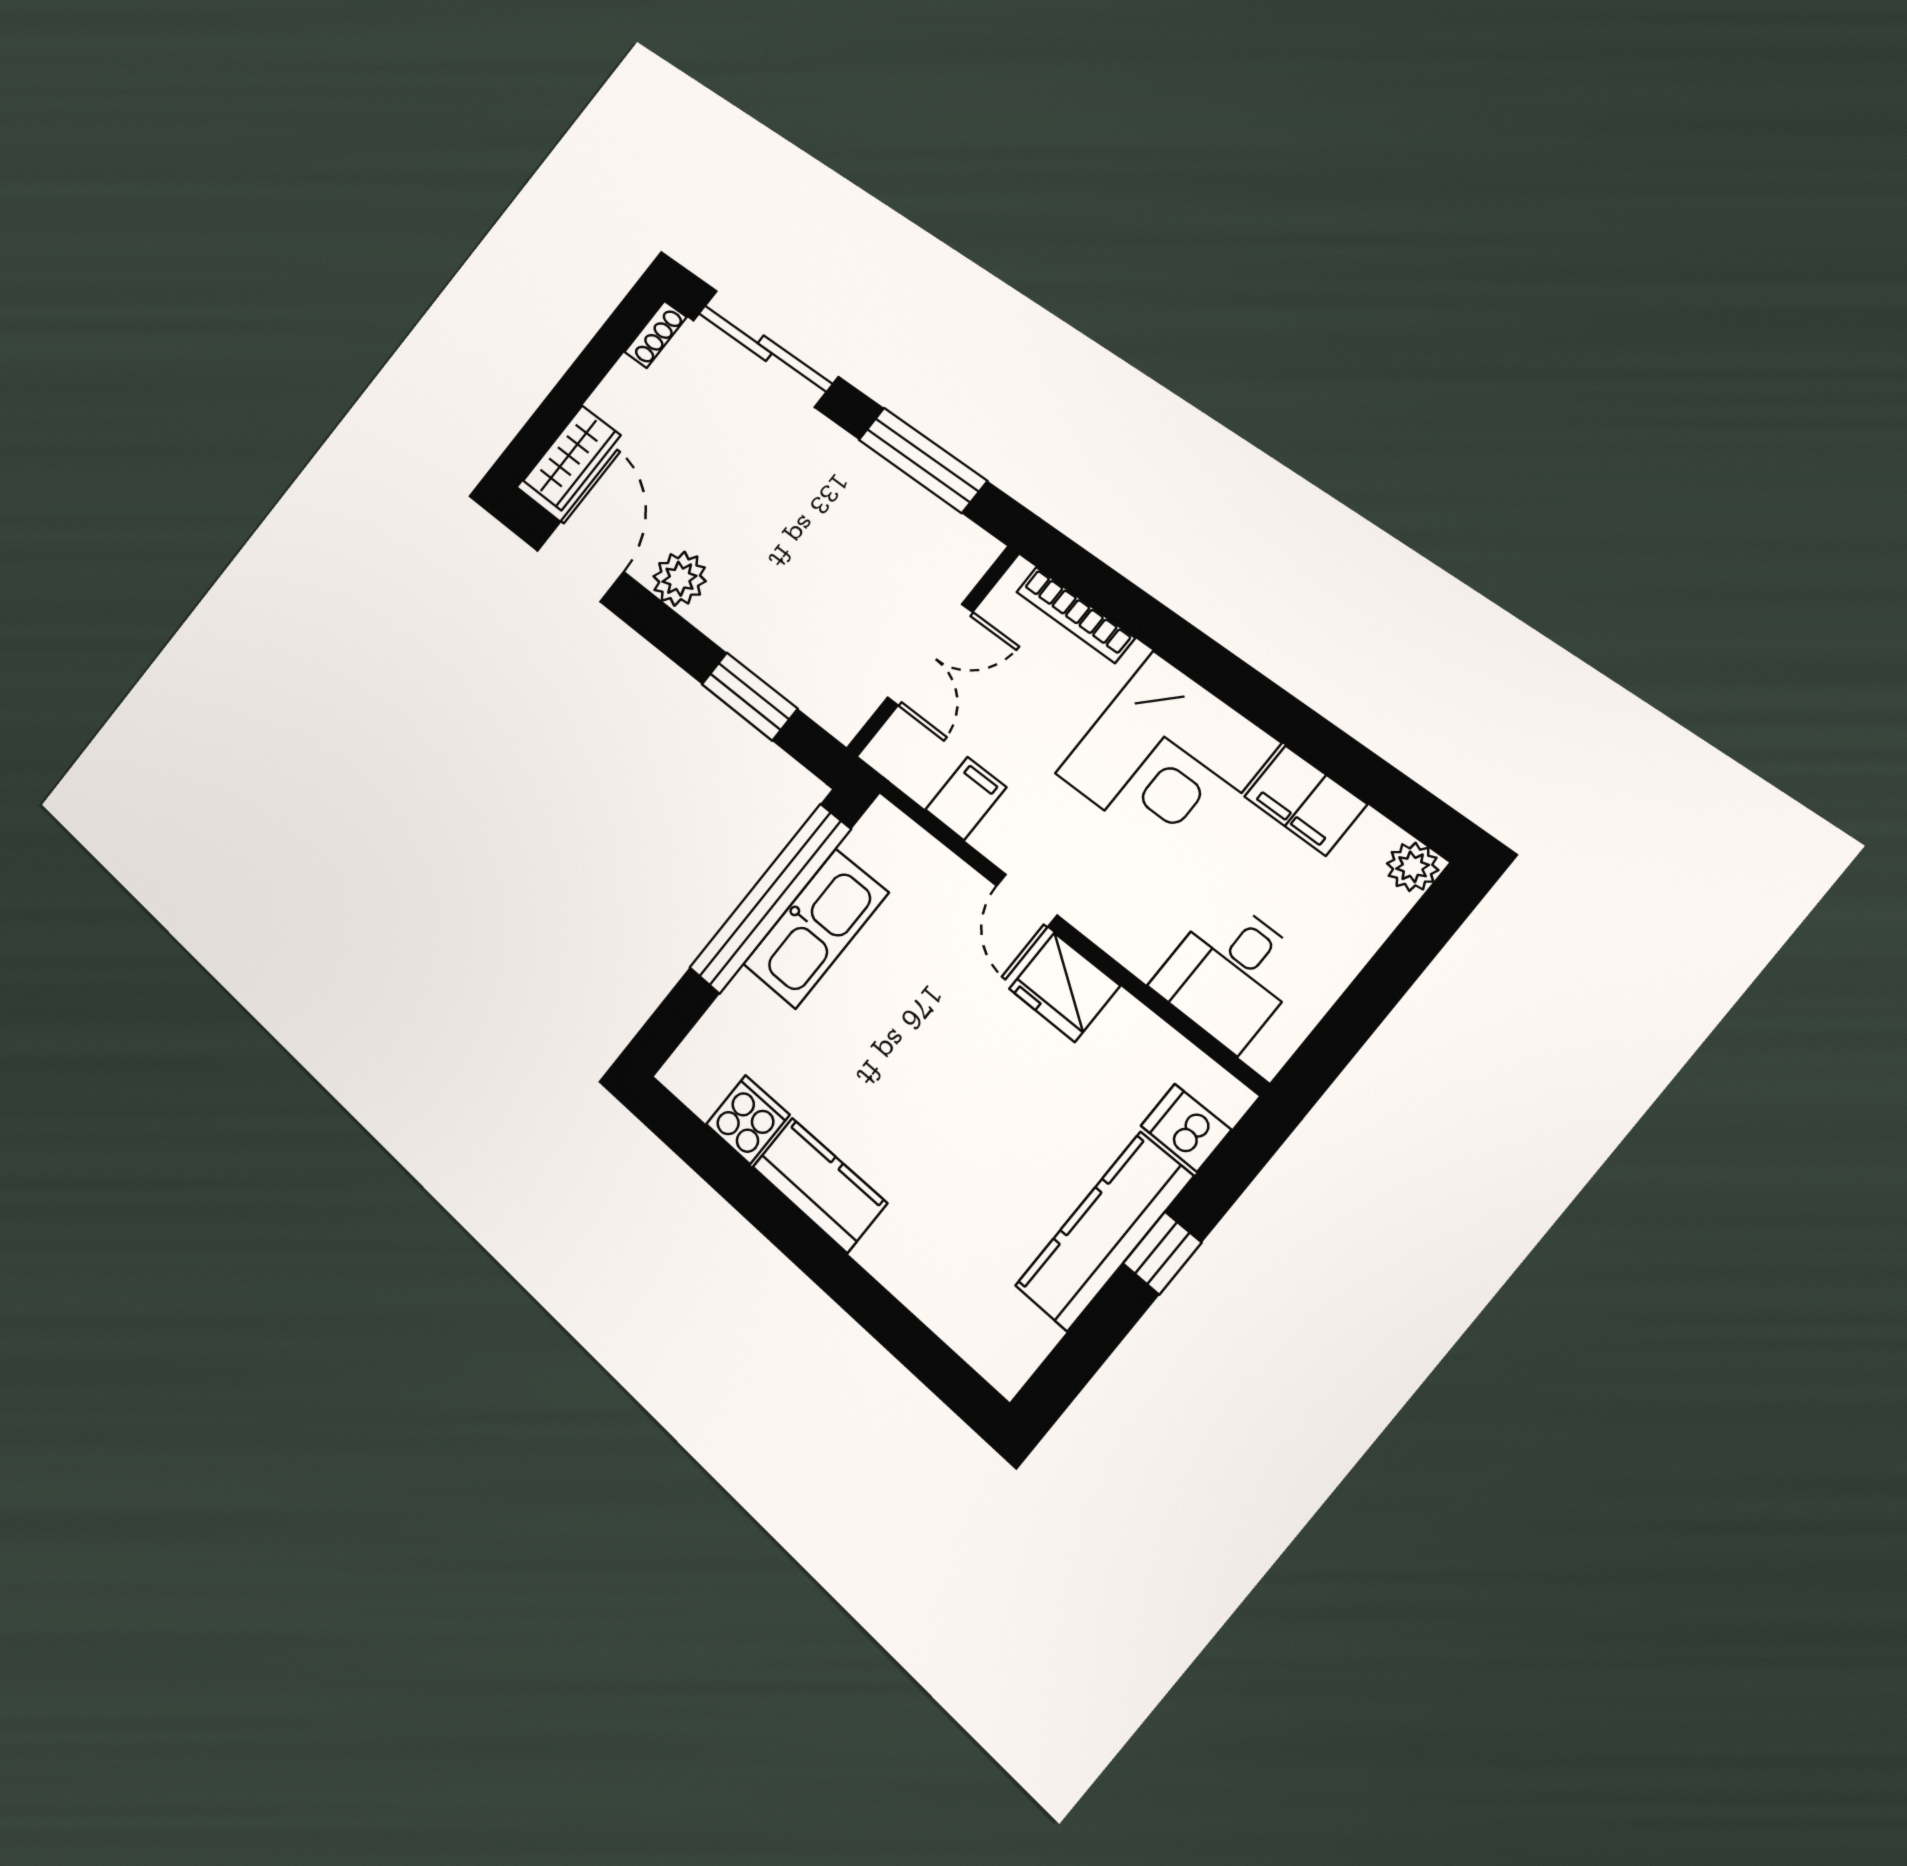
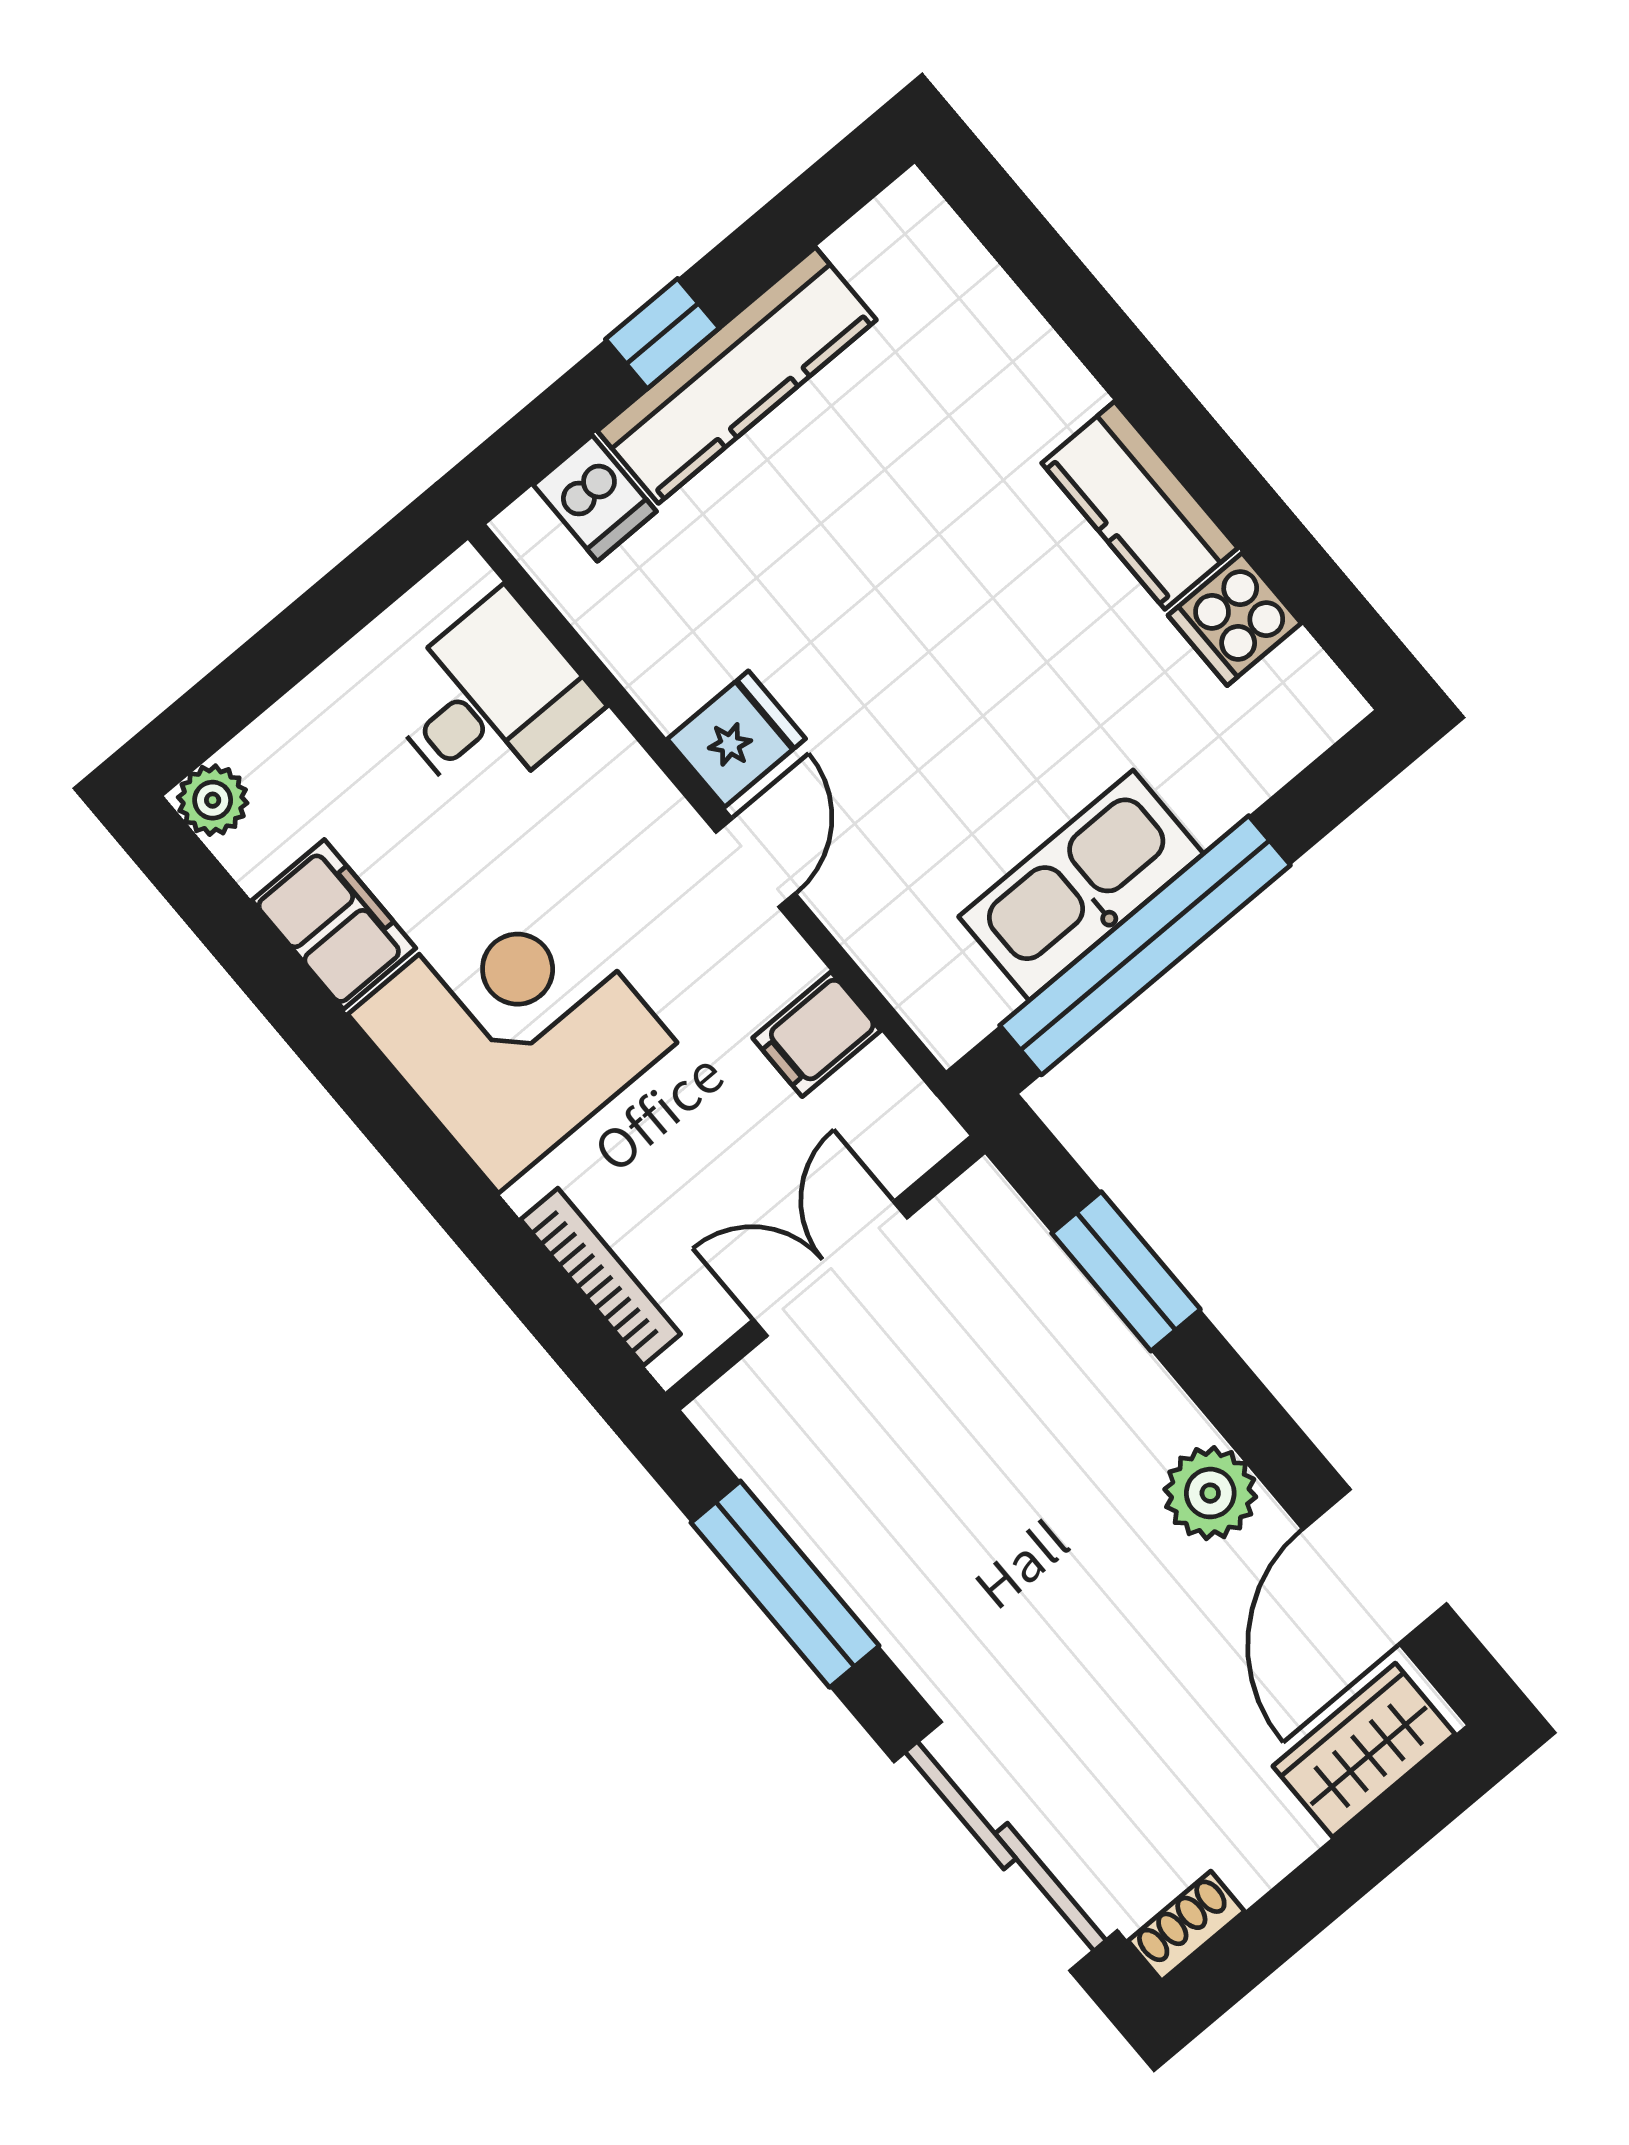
fridge: (1064, 987) -> (736, 739), width x0.72

